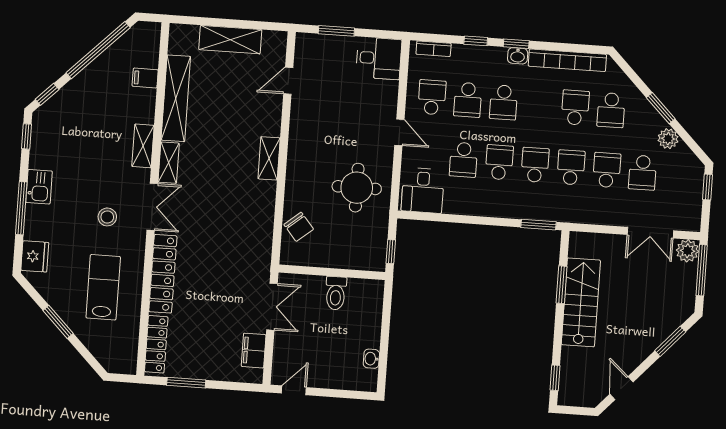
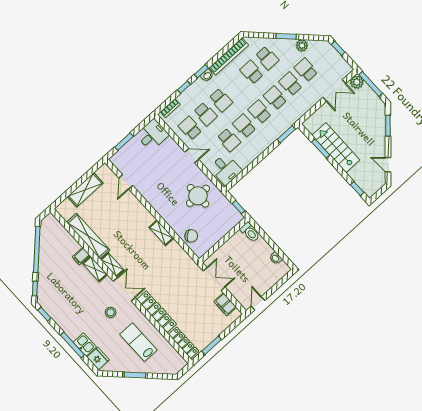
filing cabinet: (145, 78) -> (81, 256), moved
shelving: (269, 158) -> (161, 233), moved
school desk: (643, 173) -> (306, 70), turned 180
kitchen sink: (39, 187) -> (85, 345), moved
toilet: (336, 293) -> (250, 232), moved

